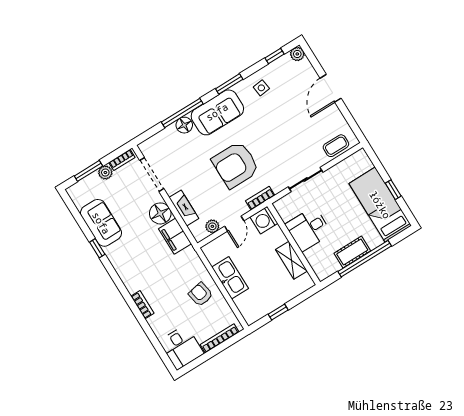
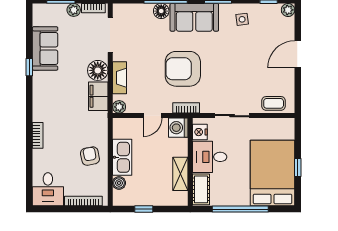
bed: (380, 205) -> (273, 173), width x1.50
nightstand: (286, 212) -> (200, 132), added
plant: (212, 226) -> (119, 107), moved
cot: (352, 252) -> (201, 189), moved, turned 90
boiler: (242, 302) -> (119, 183), added

